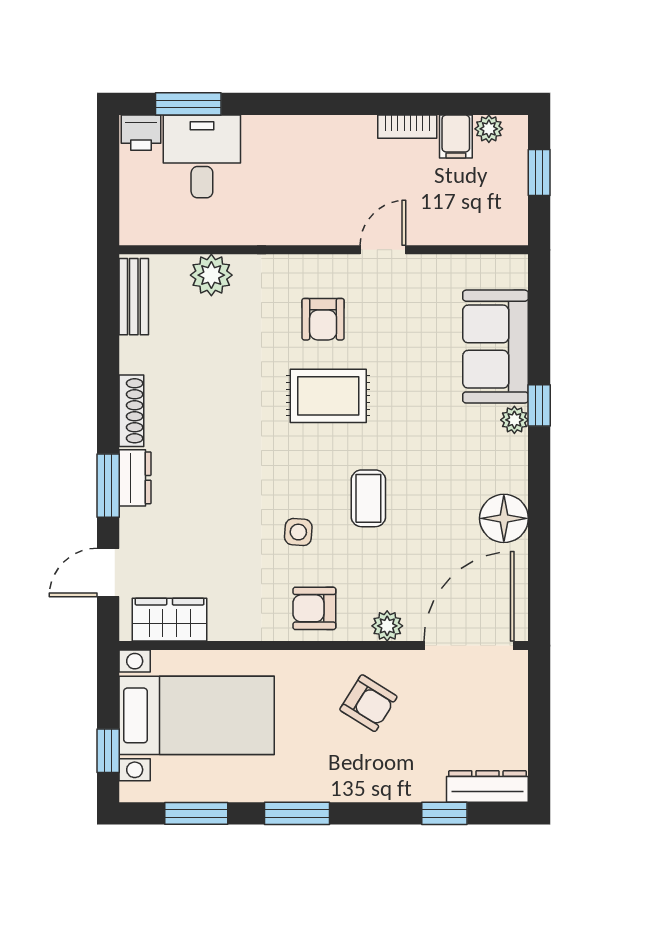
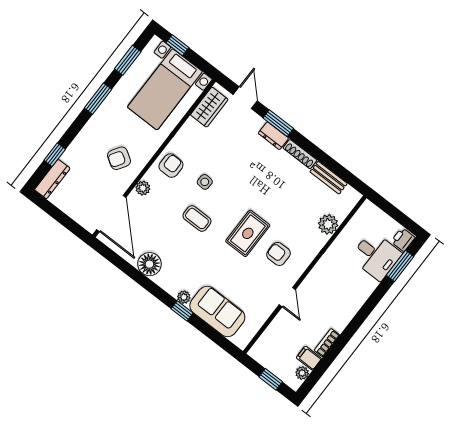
bench: (134, 297) -> (329, 178), moved

